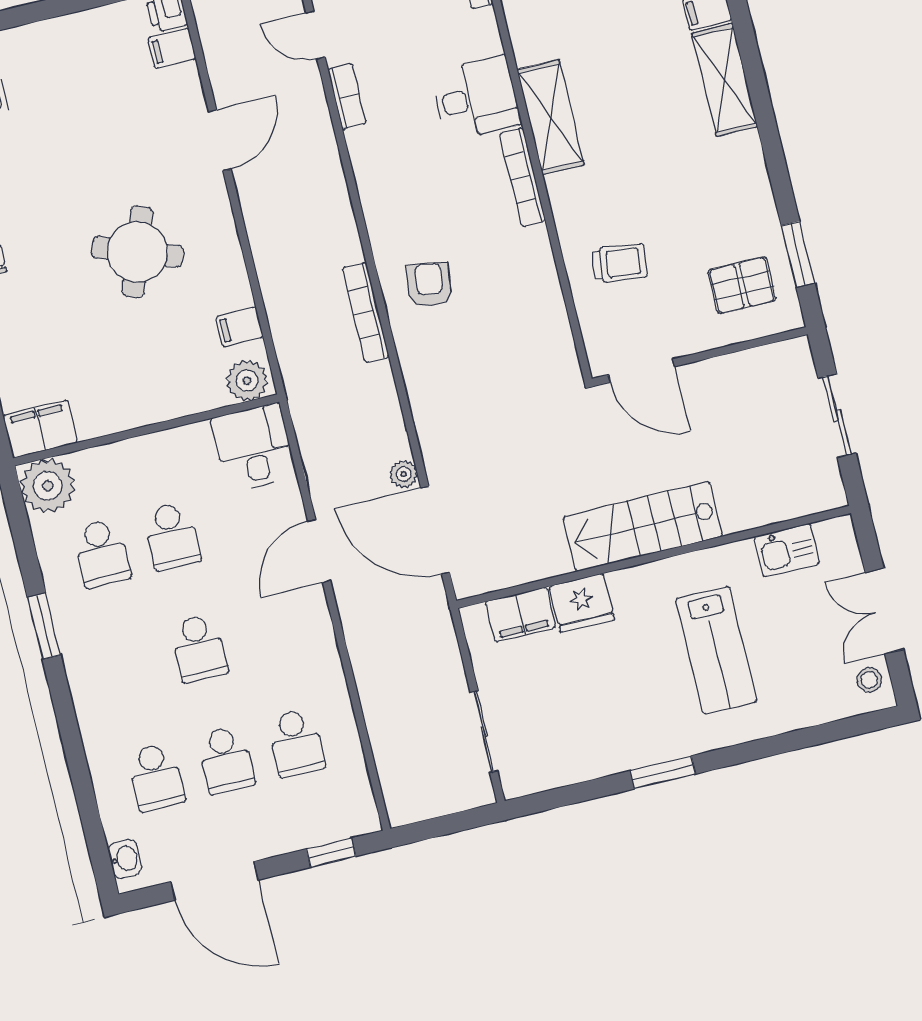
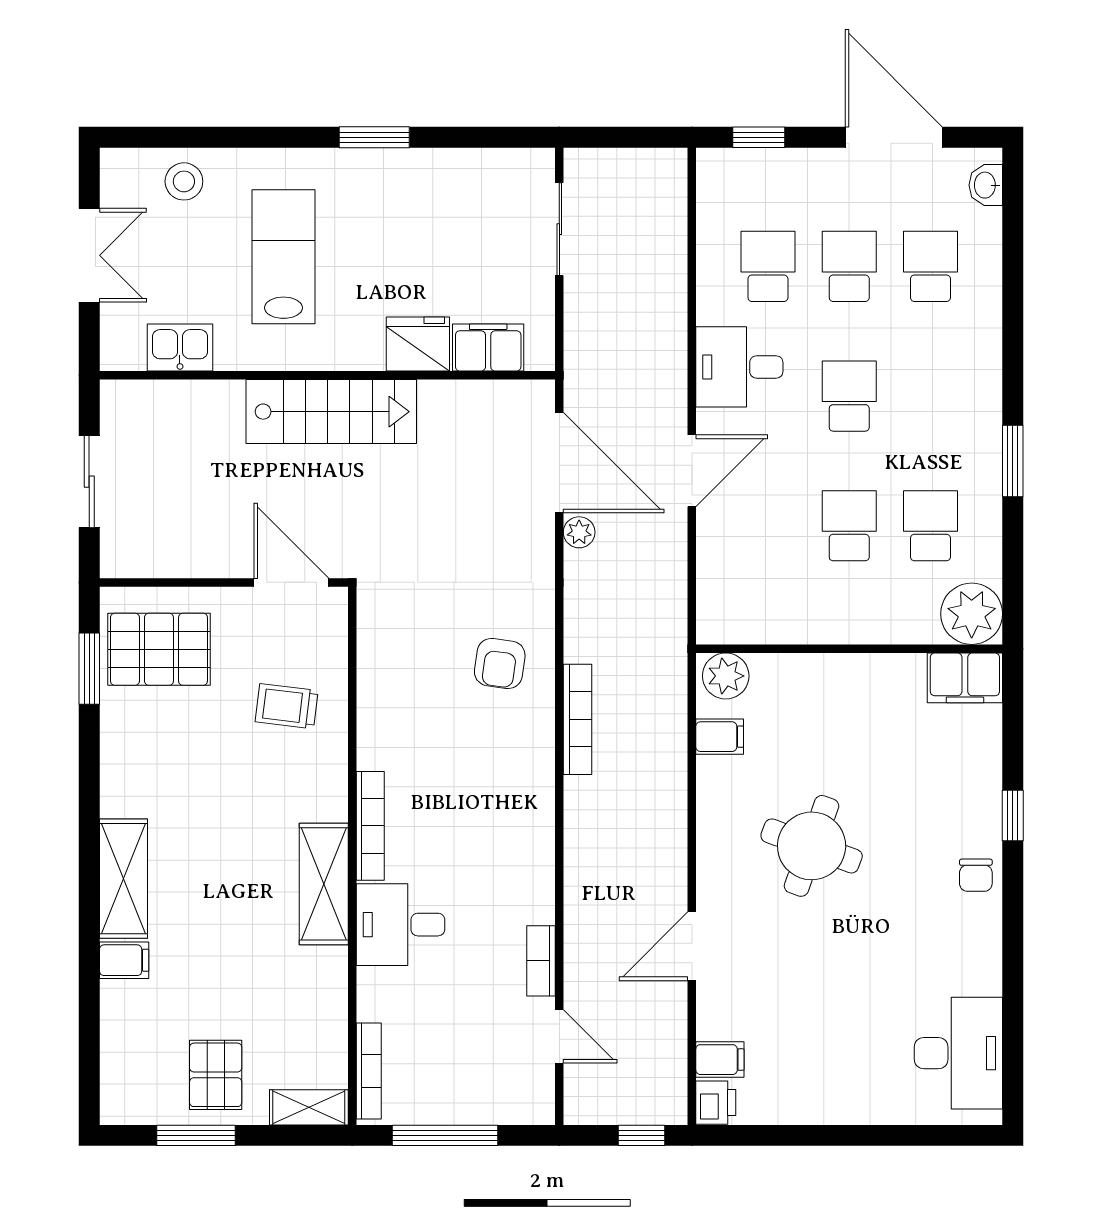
armchair: (429, 285) -> (500, 663), moved
pallet: (742, 285) -> (159, 649), width x1.50, depth x1.42
desk: (254, 447) -> (739, 367), moved, turned 90
stool: (869, 680) -> (184, 181), moved, width x1.37, depth x1.37

